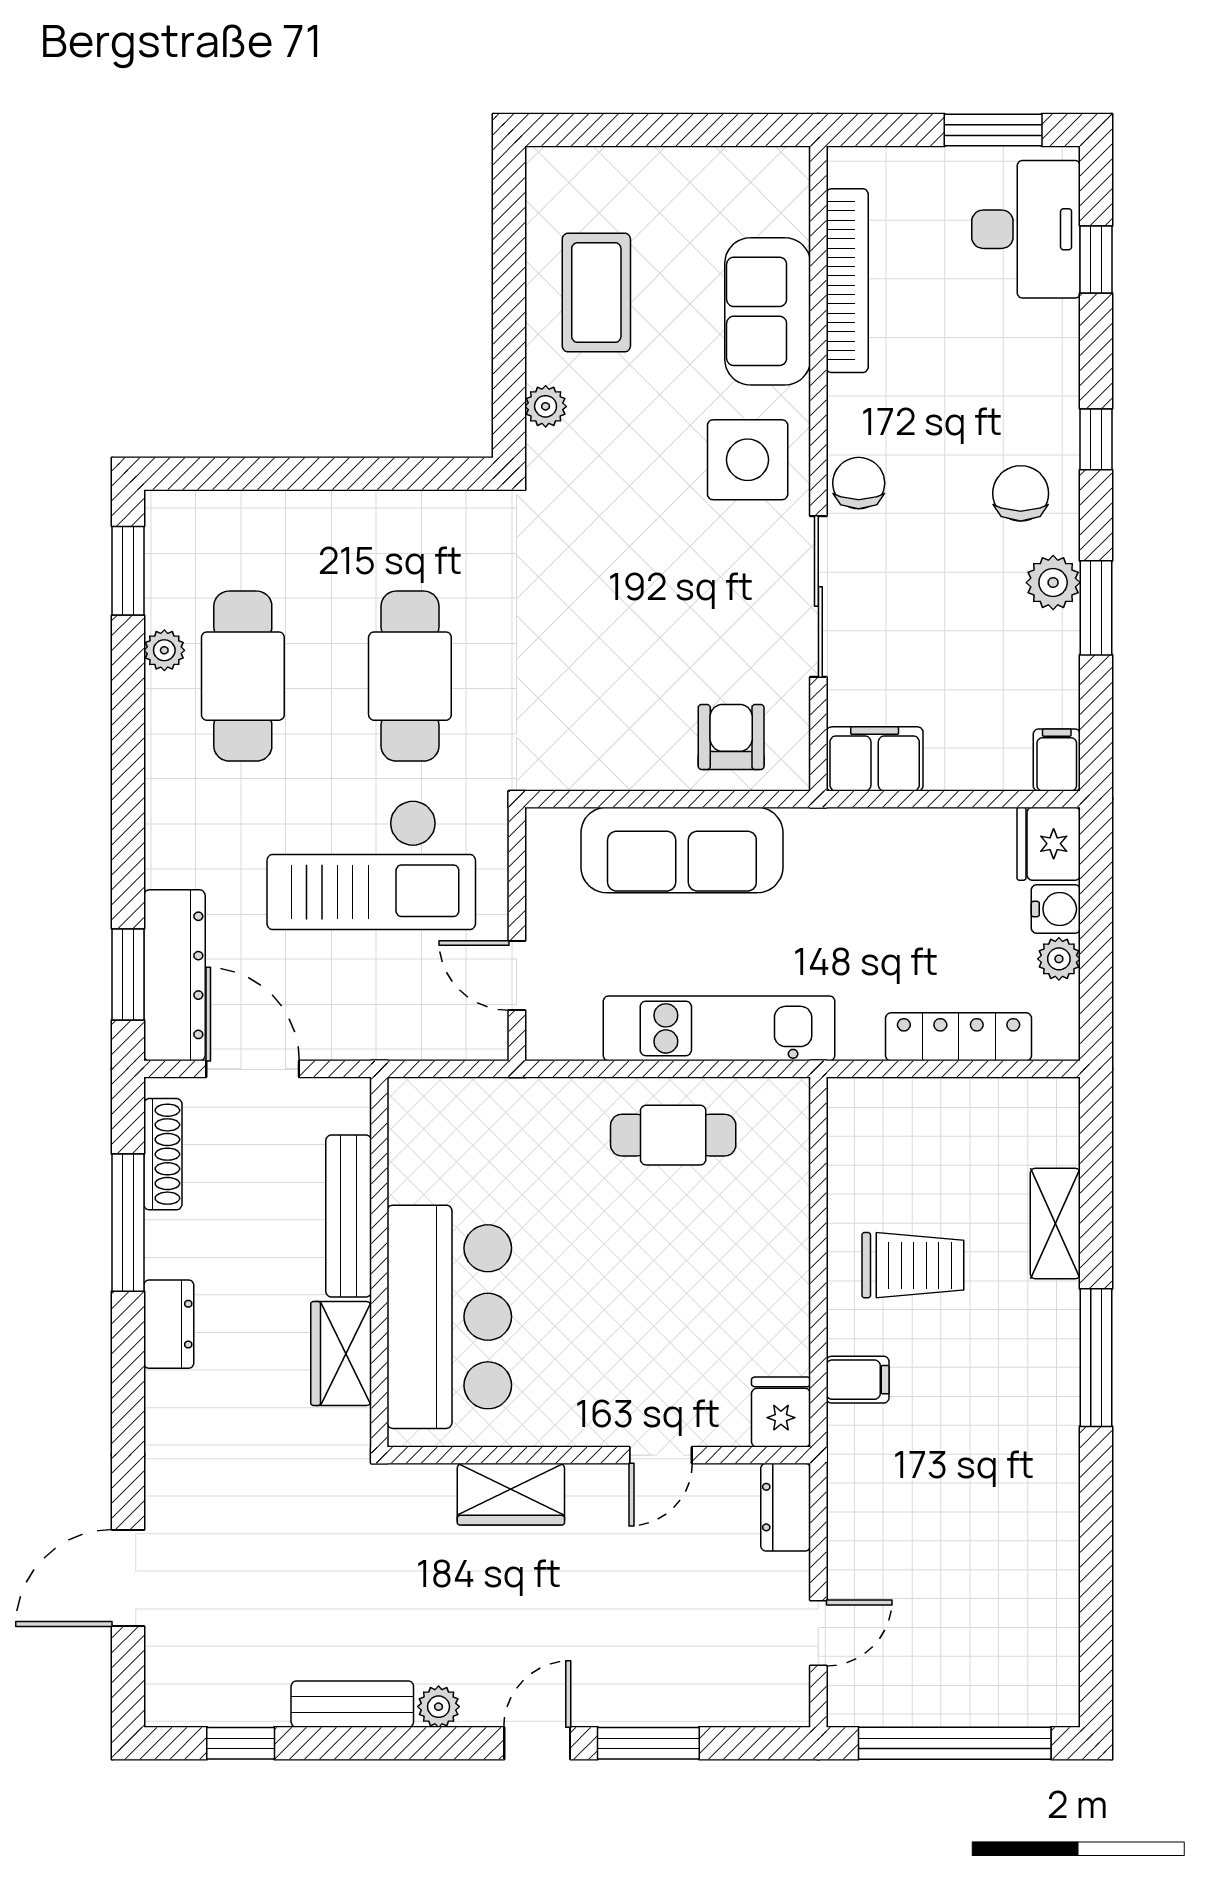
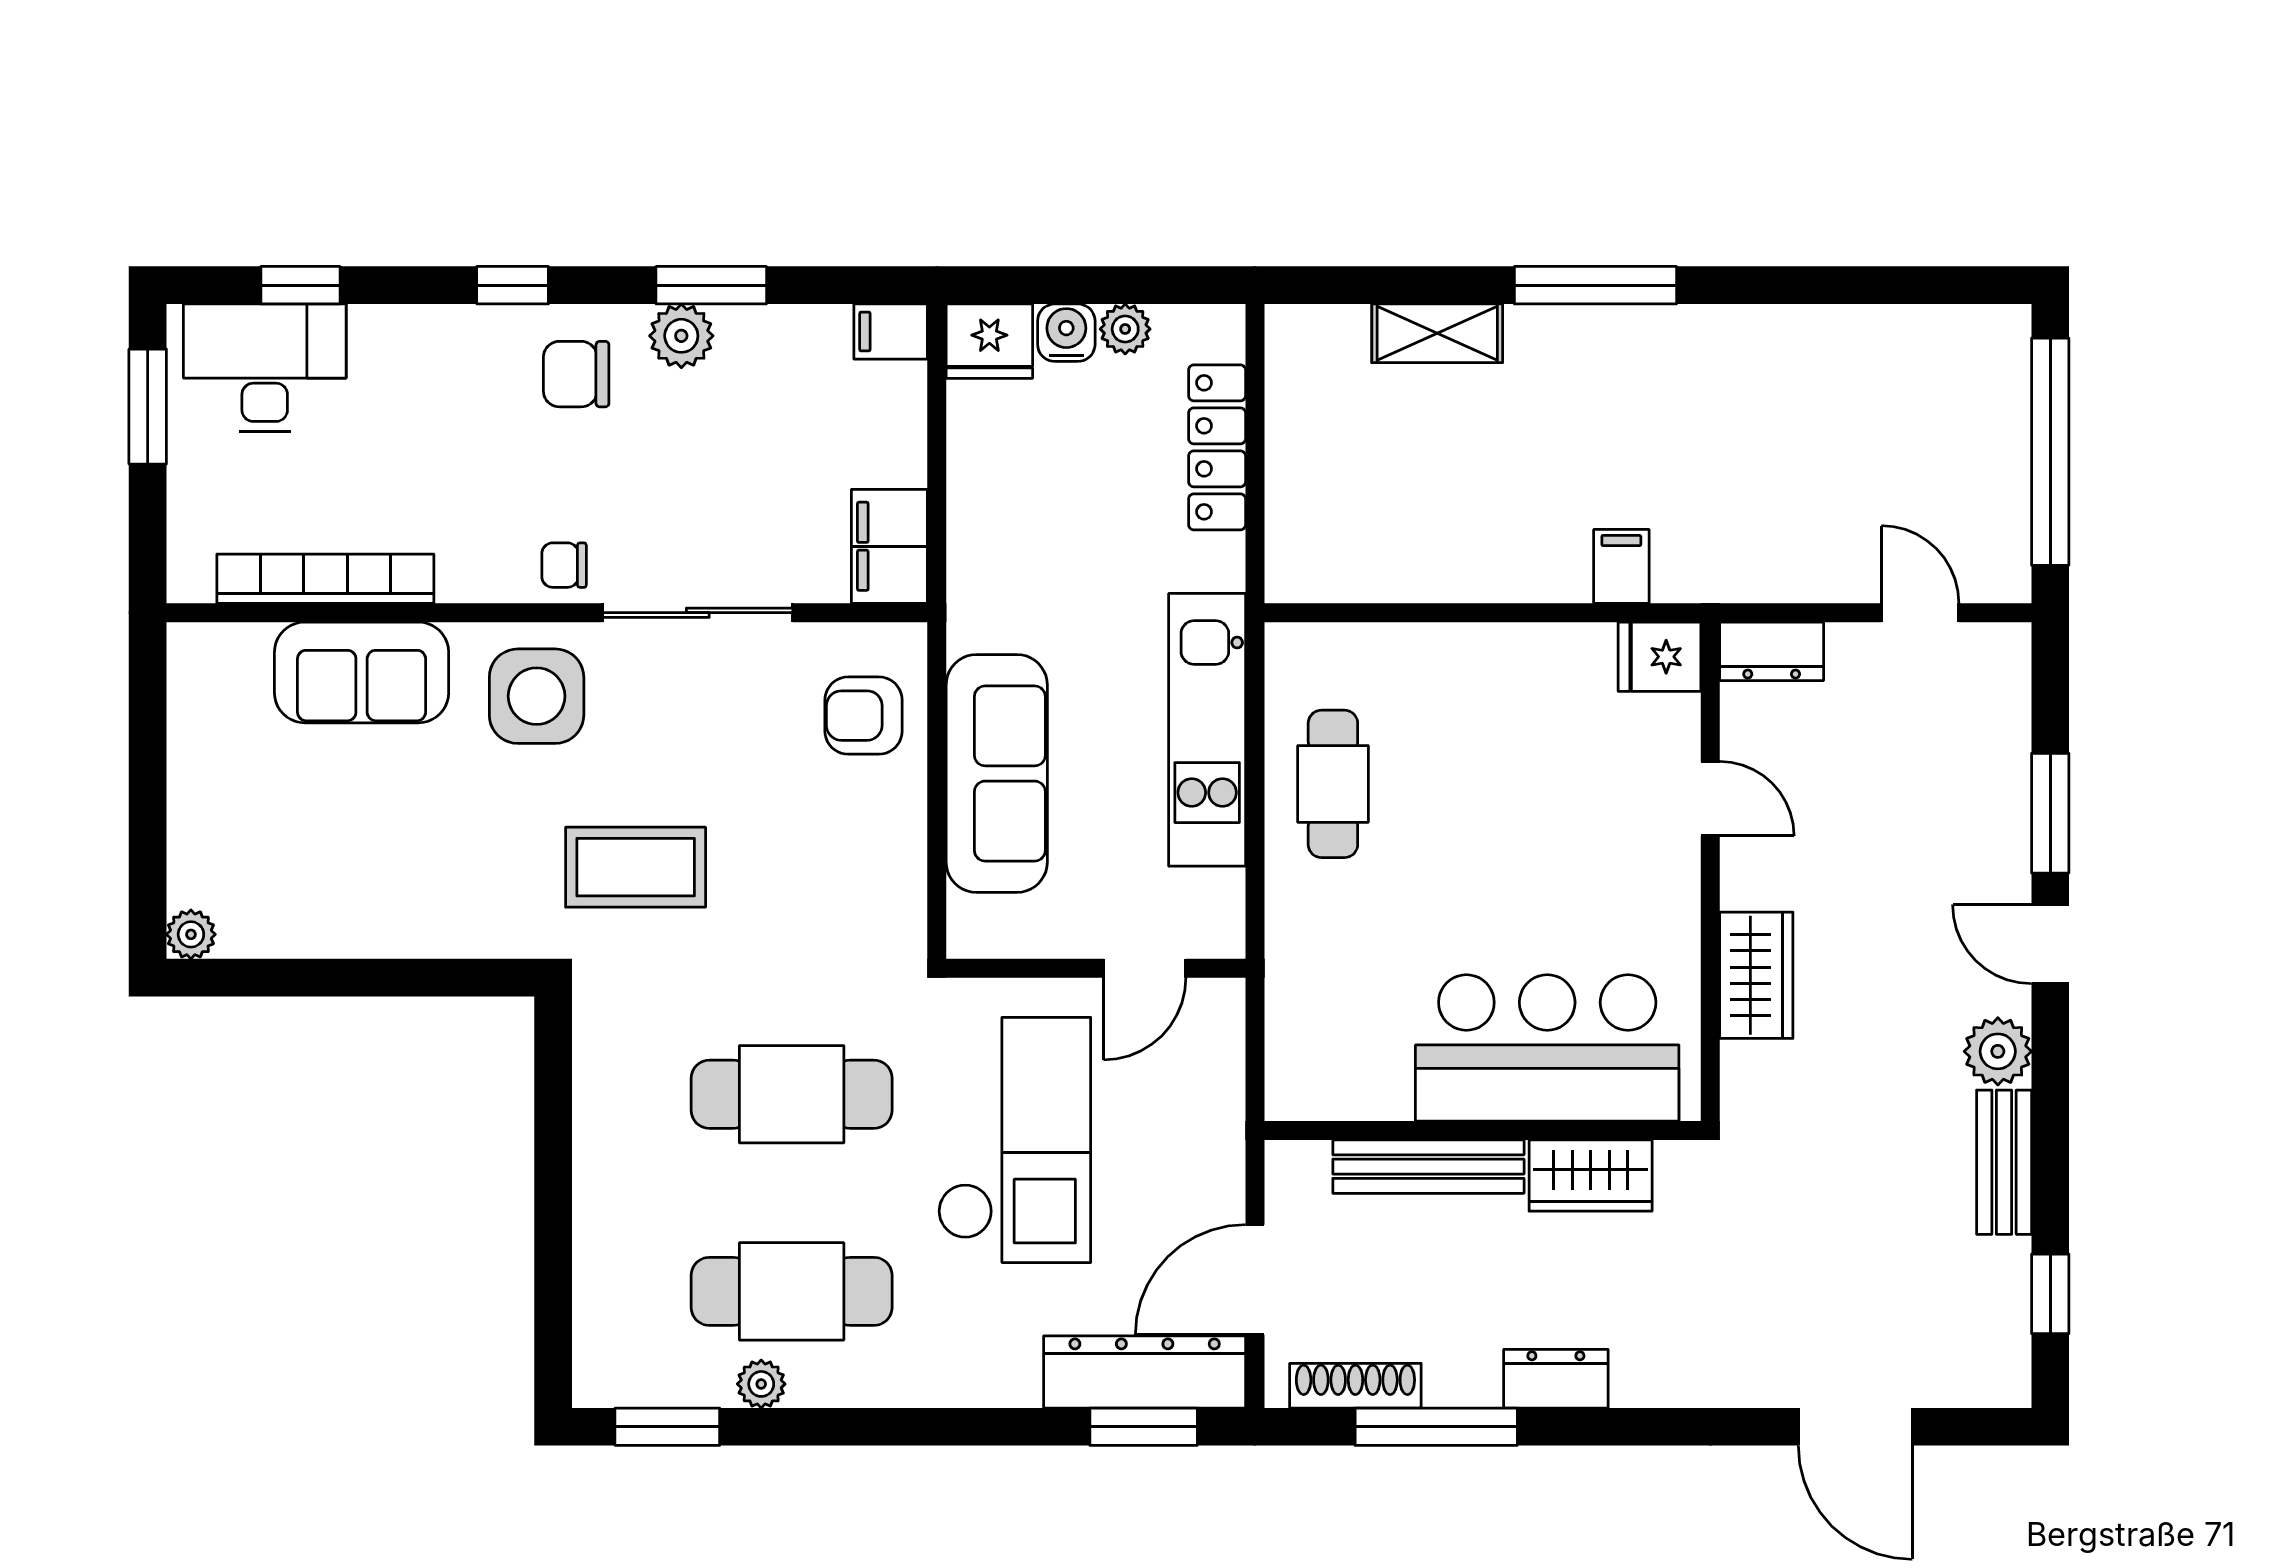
coffee table: (596, 293) -> (636, 867), moved
plant: (546, 406) -> (191, 934), moved
chair: (859, 483) -> (564, 565), width x0.73, depth x0.73
trolley: (913, 1265) -> (1486, 501), removed
plant: (439, 1707) -> (1998, 1051), width x1.38, depth x1.38

